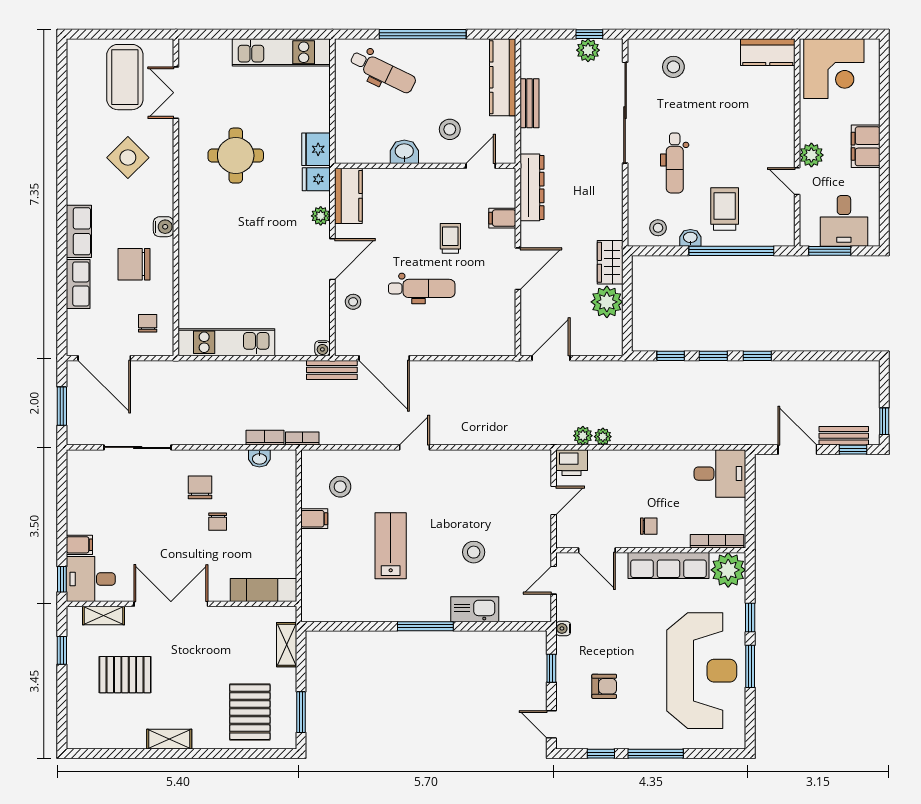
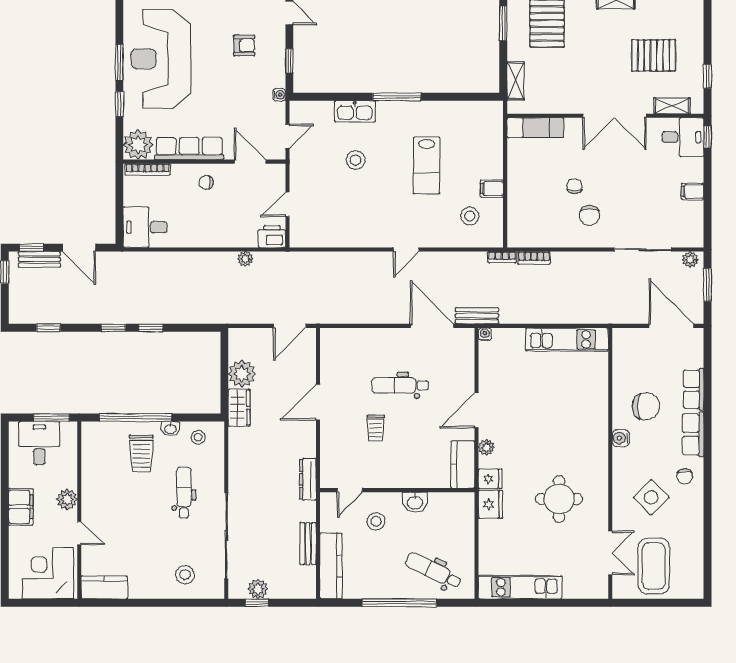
door: (797, 181) -> (79, 533), moved
dresser: (532, 187) -> (308, 479), width x0.73, depth x0.80
filing cabinet: (502, 218) -> (331, 446), removed
stool: (353, 302) -> (459, 374), removed
chair: (148, 323) -> (685, 476), moved
window: (671, 356) -> (48, 328), moved
plant: (583, 436) -> (690, 260), moved
washbasin: (259, 458) -> (539, 240), removed
filing cabinet: (79, 545) -> (693, 191), moved
armchair: (604, 686) -> (244, 45), turned 180

